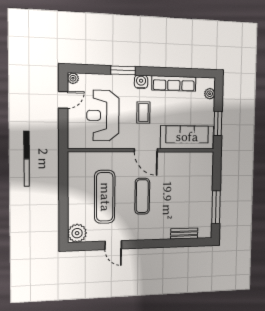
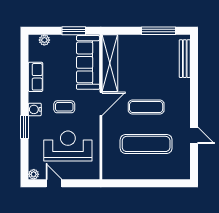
row of seats: (174, 84) -> (36, 77), width x0.68
reception desk: (103, 116) -> (68, 146), turned 180
shelving: (186, 159) -> (110, 63), added
plant: (77, 233) -> (181, 170), removed
bench: (184, 234) -> (185, 59), width x1.36
door: (113, 245) -> (194, 135), hinge flipped

